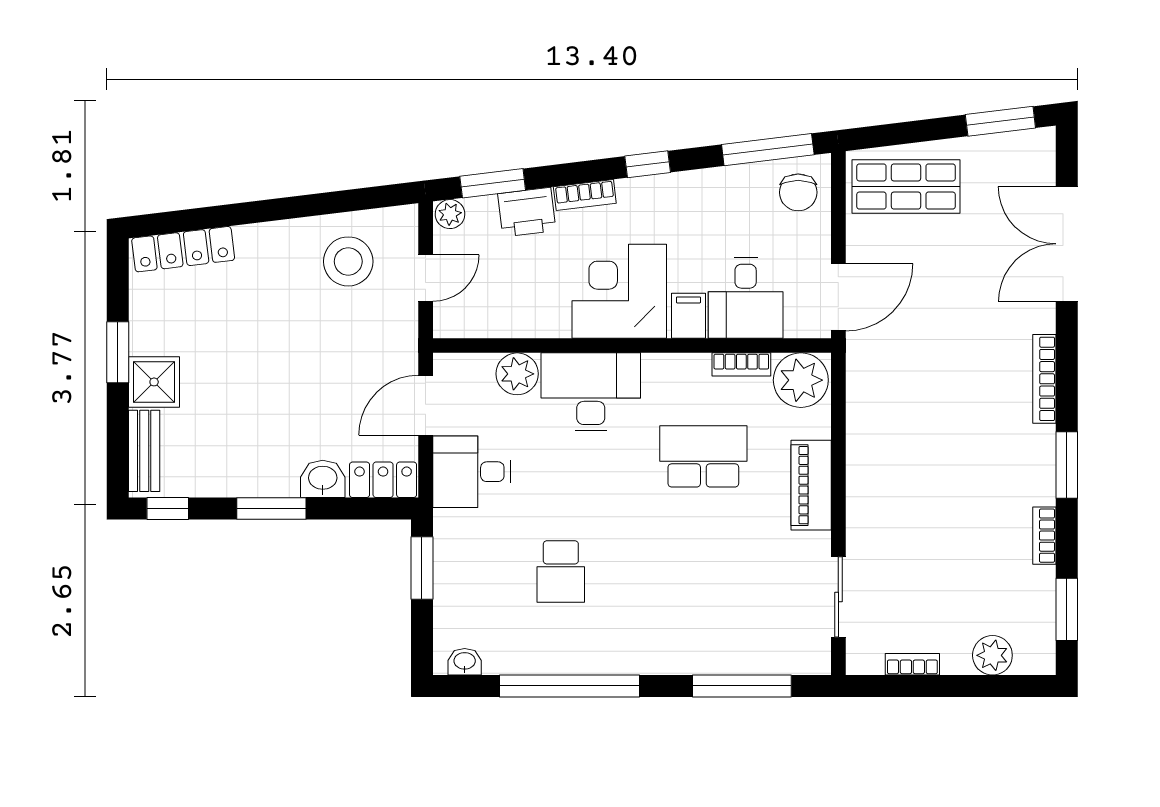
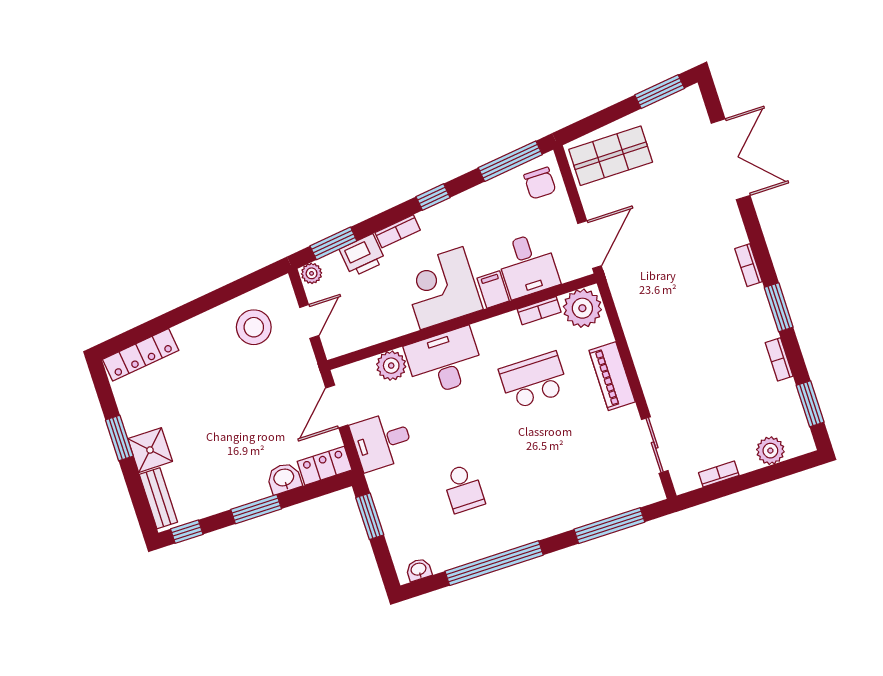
double door: (1067, 244) -> (731, 159), swing flipped
bookcase: (1044, 379) -> (749, 265), width x0.64

